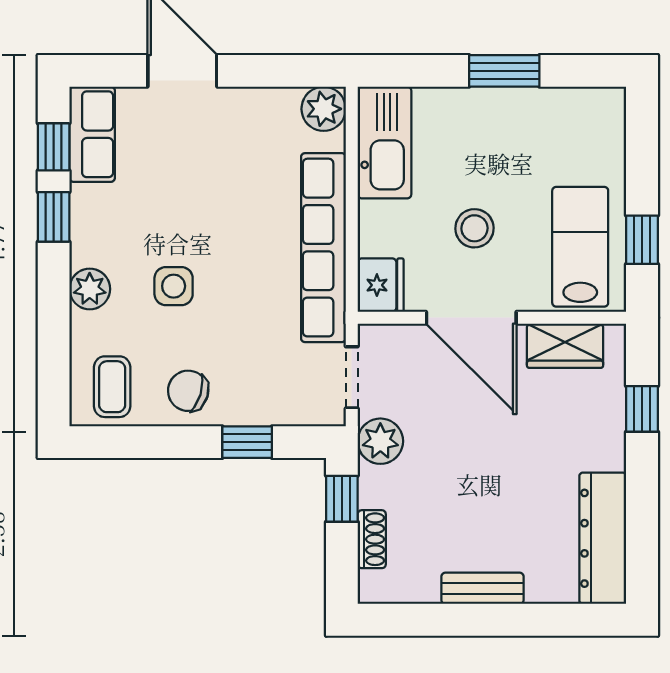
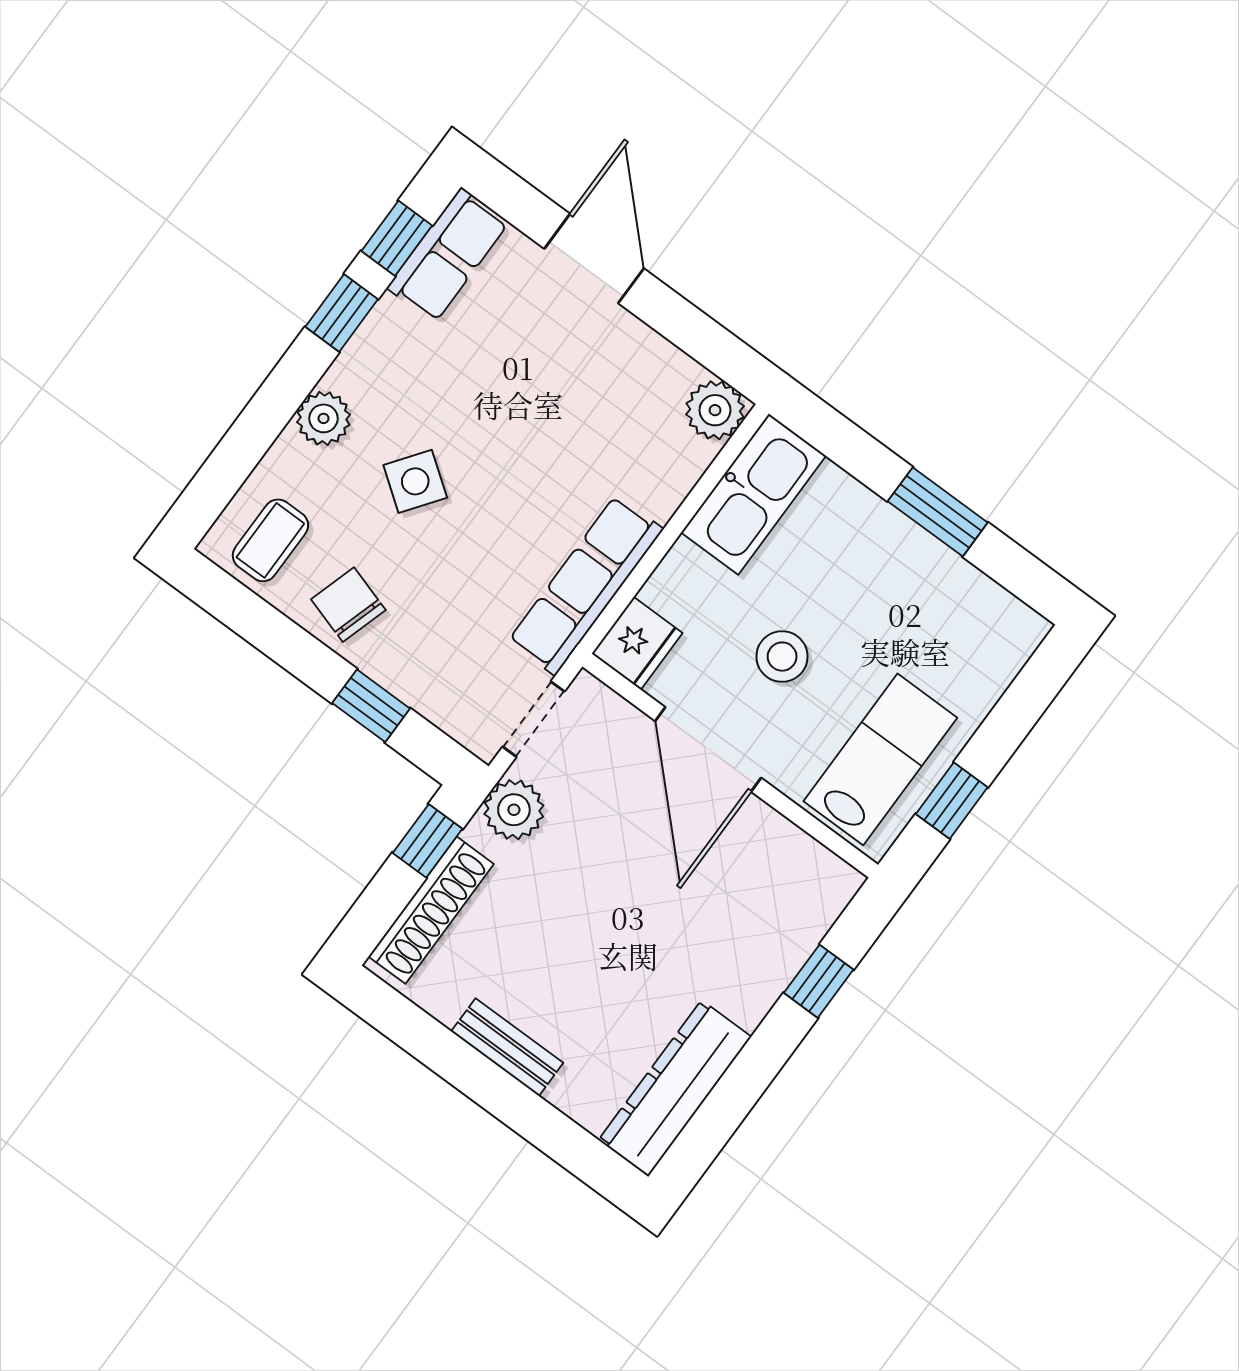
row of seats: (323, 248) -> (586, 585), width x0.73
side table: (174, 286) -> (415, 481), turned 36
wardrobe: (565, 346) -> (786, 853), removed
shoe rack: (372, 539) -> (431, 910), width x1.94, depth x1.24

